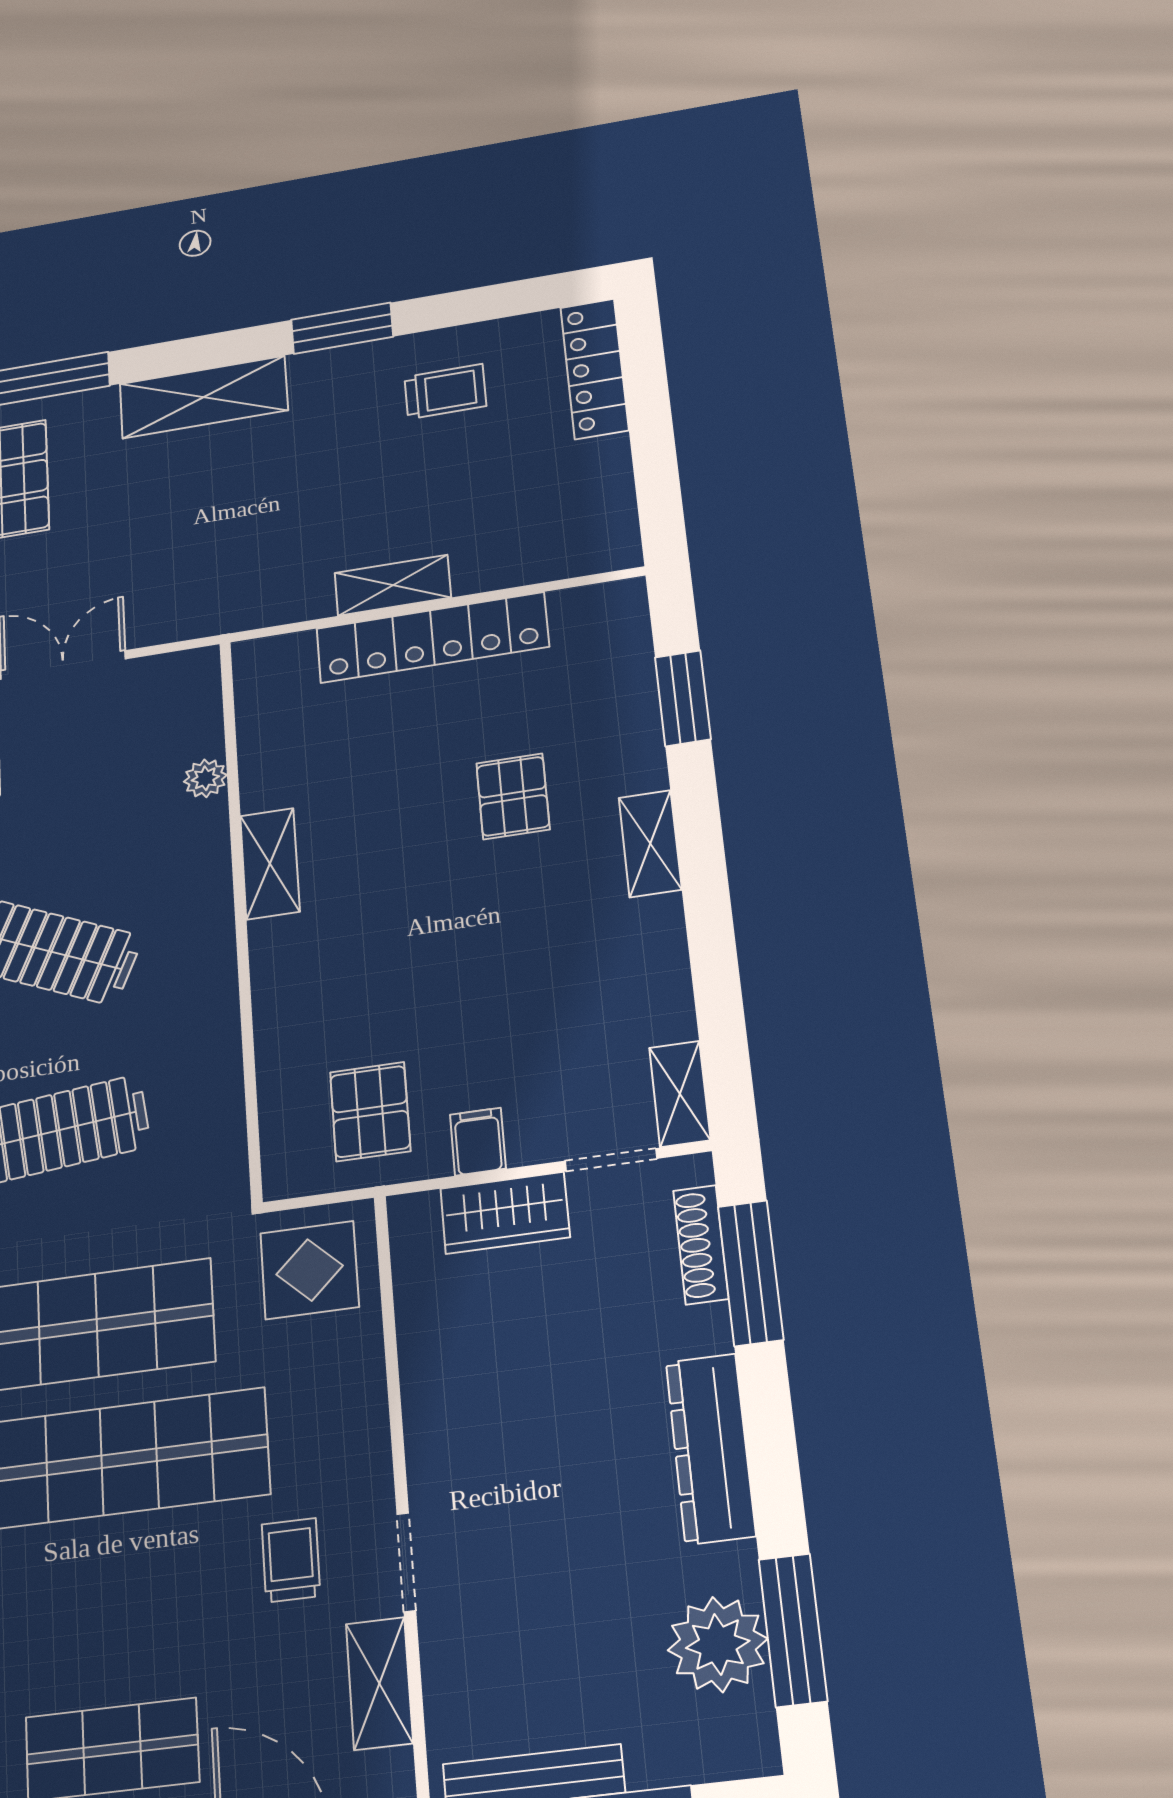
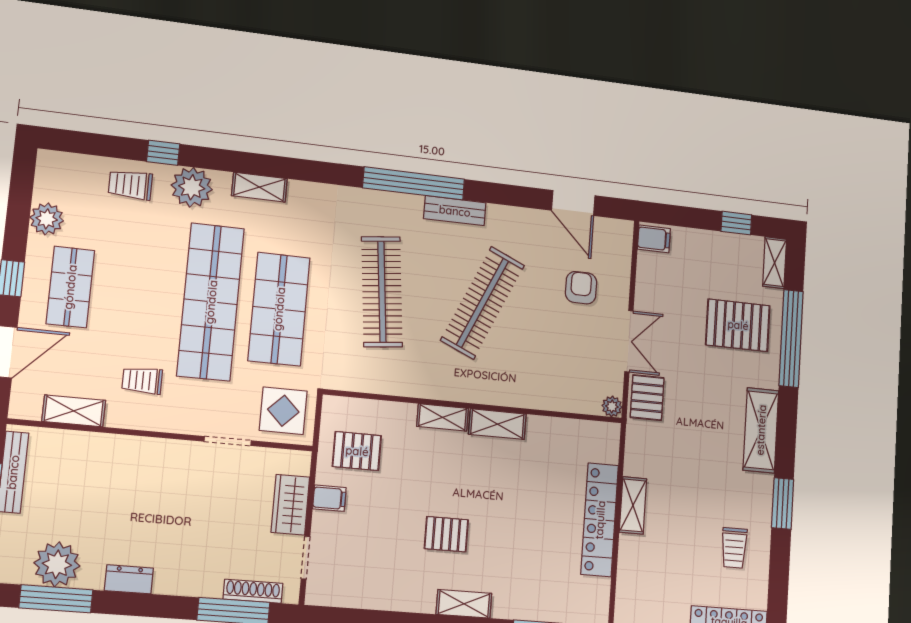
pallet: (171, 608) -> (647, 398), added
plant: (205, 778) -> (612, 406), moved
pallet: (513, 796) -> (446, 534), moved
shelving: (680, 1094) -> (443, 417), moved
dresser: (710, 1449) -> (129, 579), width x0.51, depth x0.80
trolley: (291, 1560) -> (142, 380), turned 180
doorway: (406, 1562) -> (228, 441), moved

